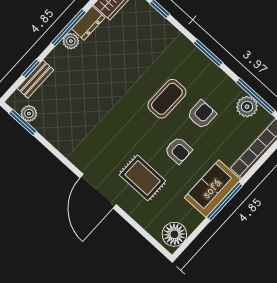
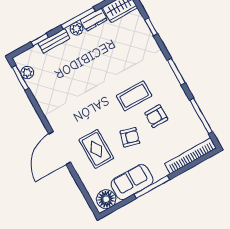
bench: (35, 79) -> (54, 41), moved
plant: (247, 107) -> (192, 122), removed
armchair: (202, 115) -> (156, 116), turned 180
armchair: (178, 150) -> (130, 137), turned -75
sofa: (212, 189) -> (132, 182), moved

